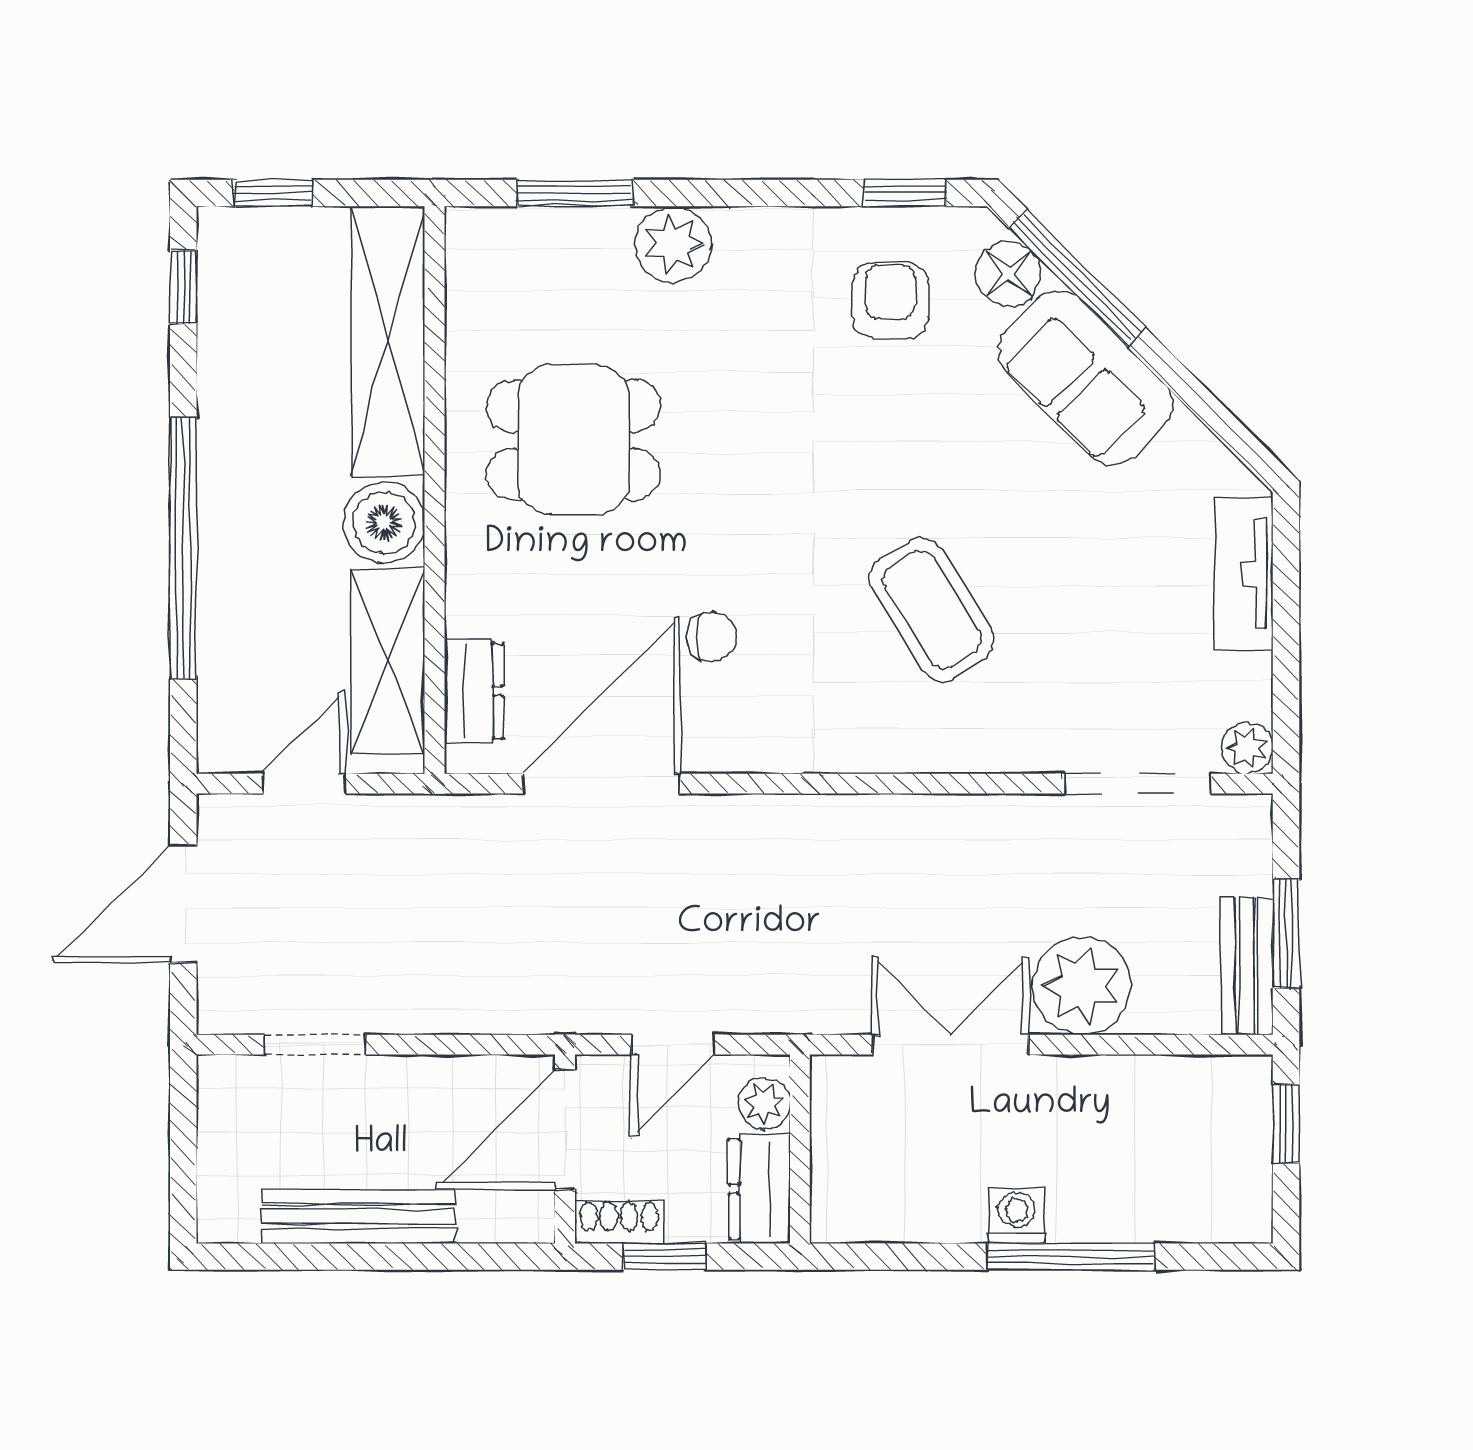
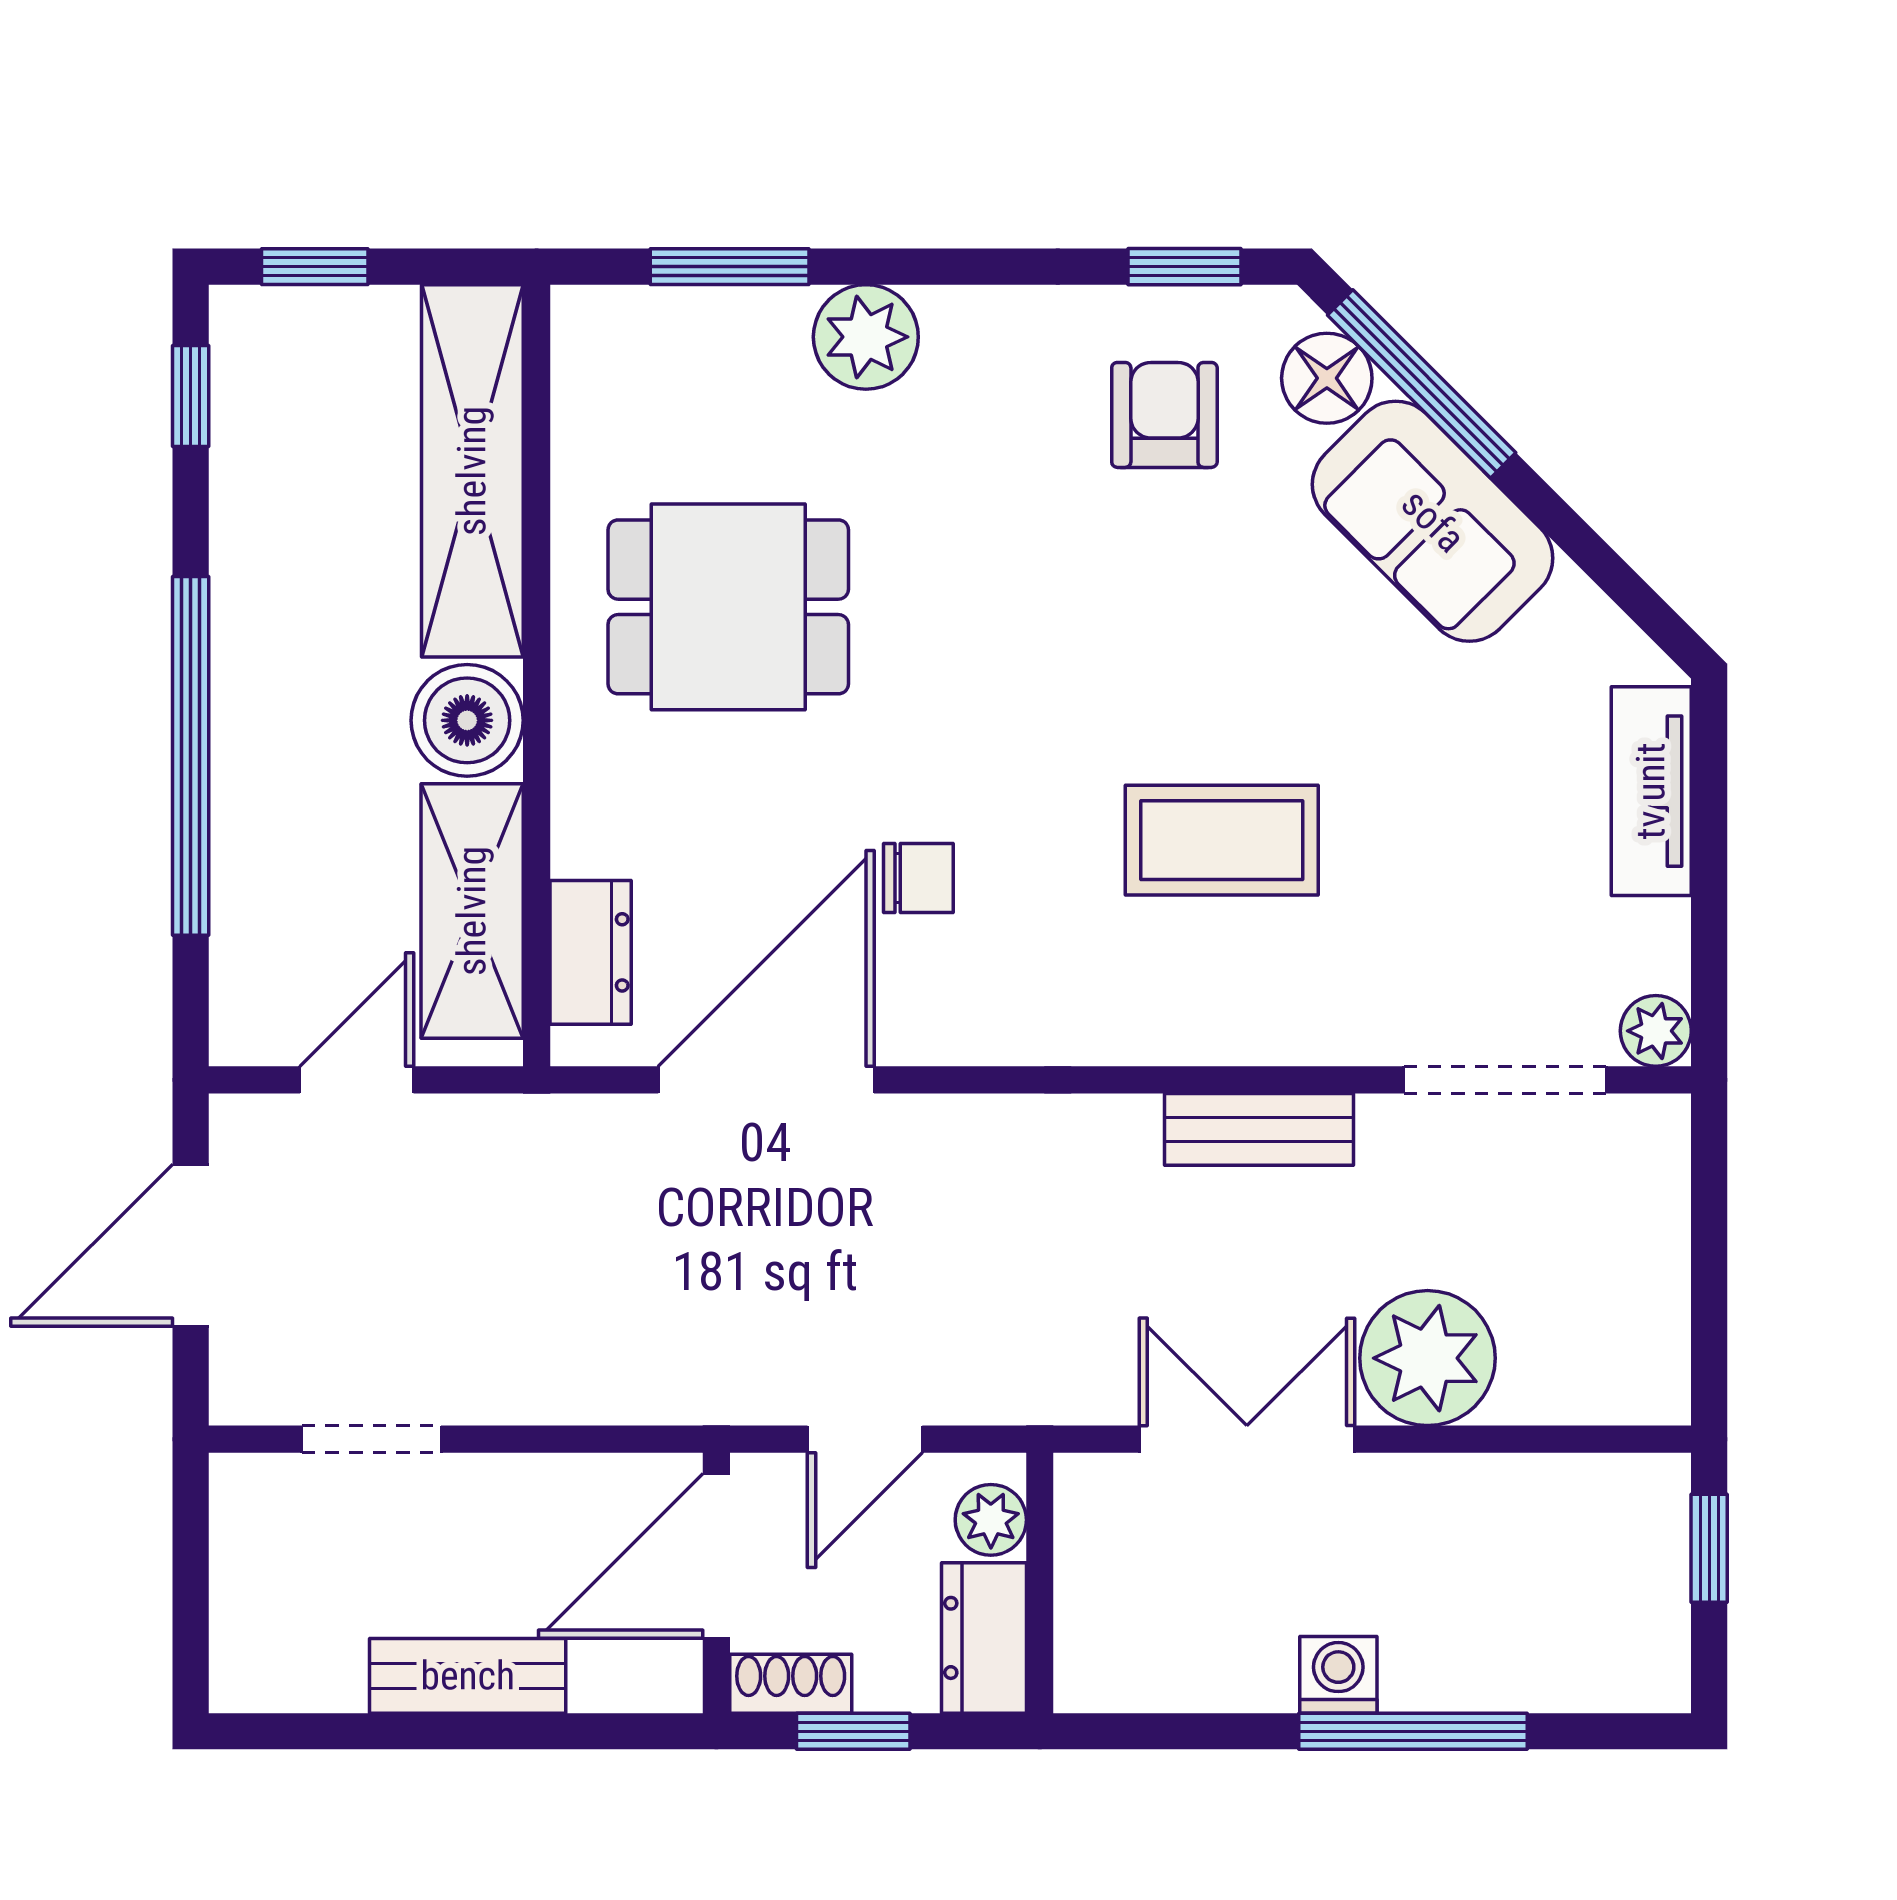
coffee table: (932, 609) -> (1222, 840), turned -58
window: (1286, 933) -> (1709, 1286), removed
bench: (1247, 966) -> (1259, 1129), moved, turned 90
bench: (359, 1216) -> (468, 1676), width x0.73

